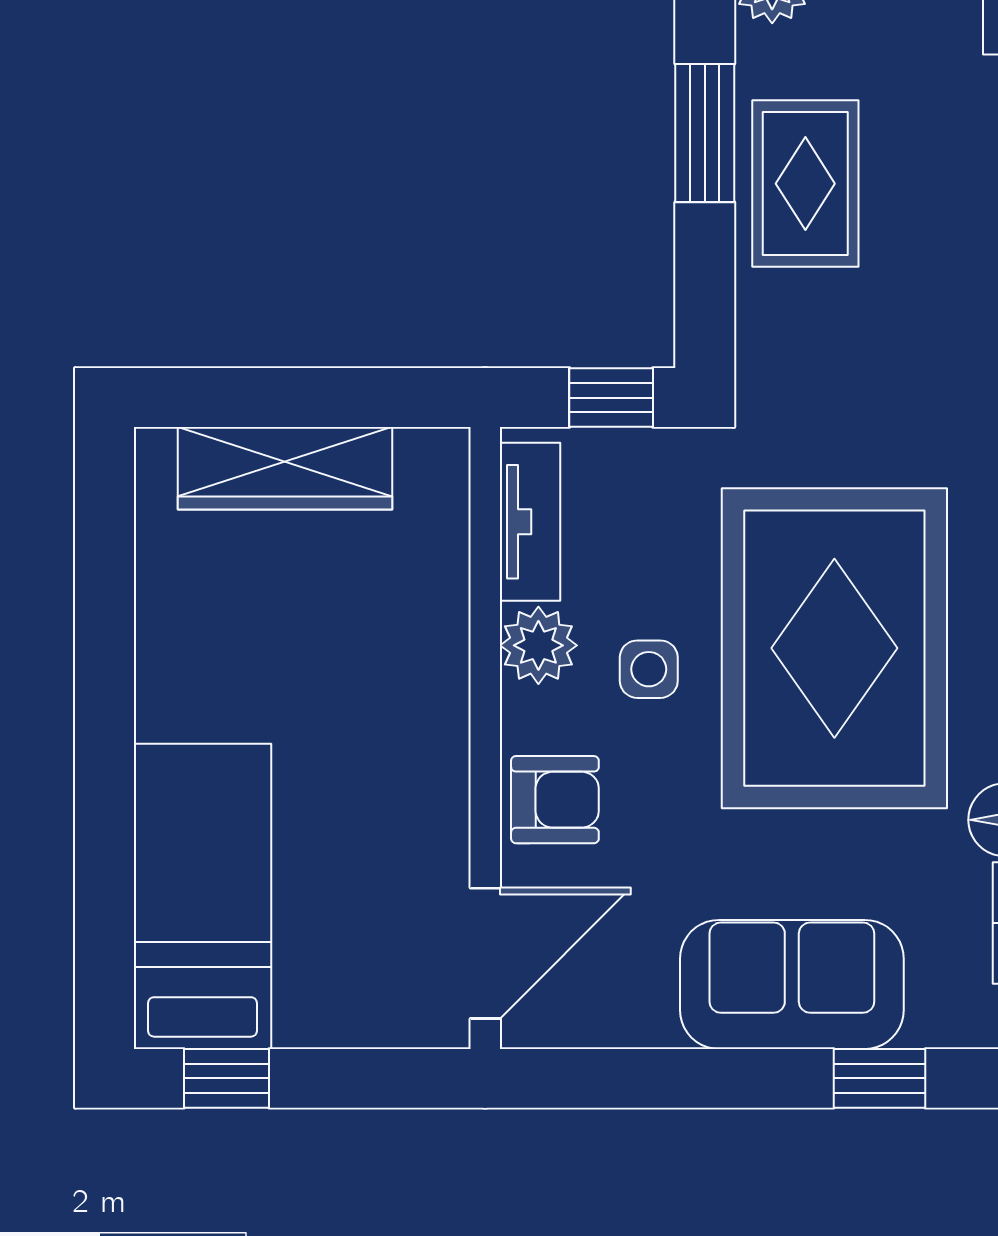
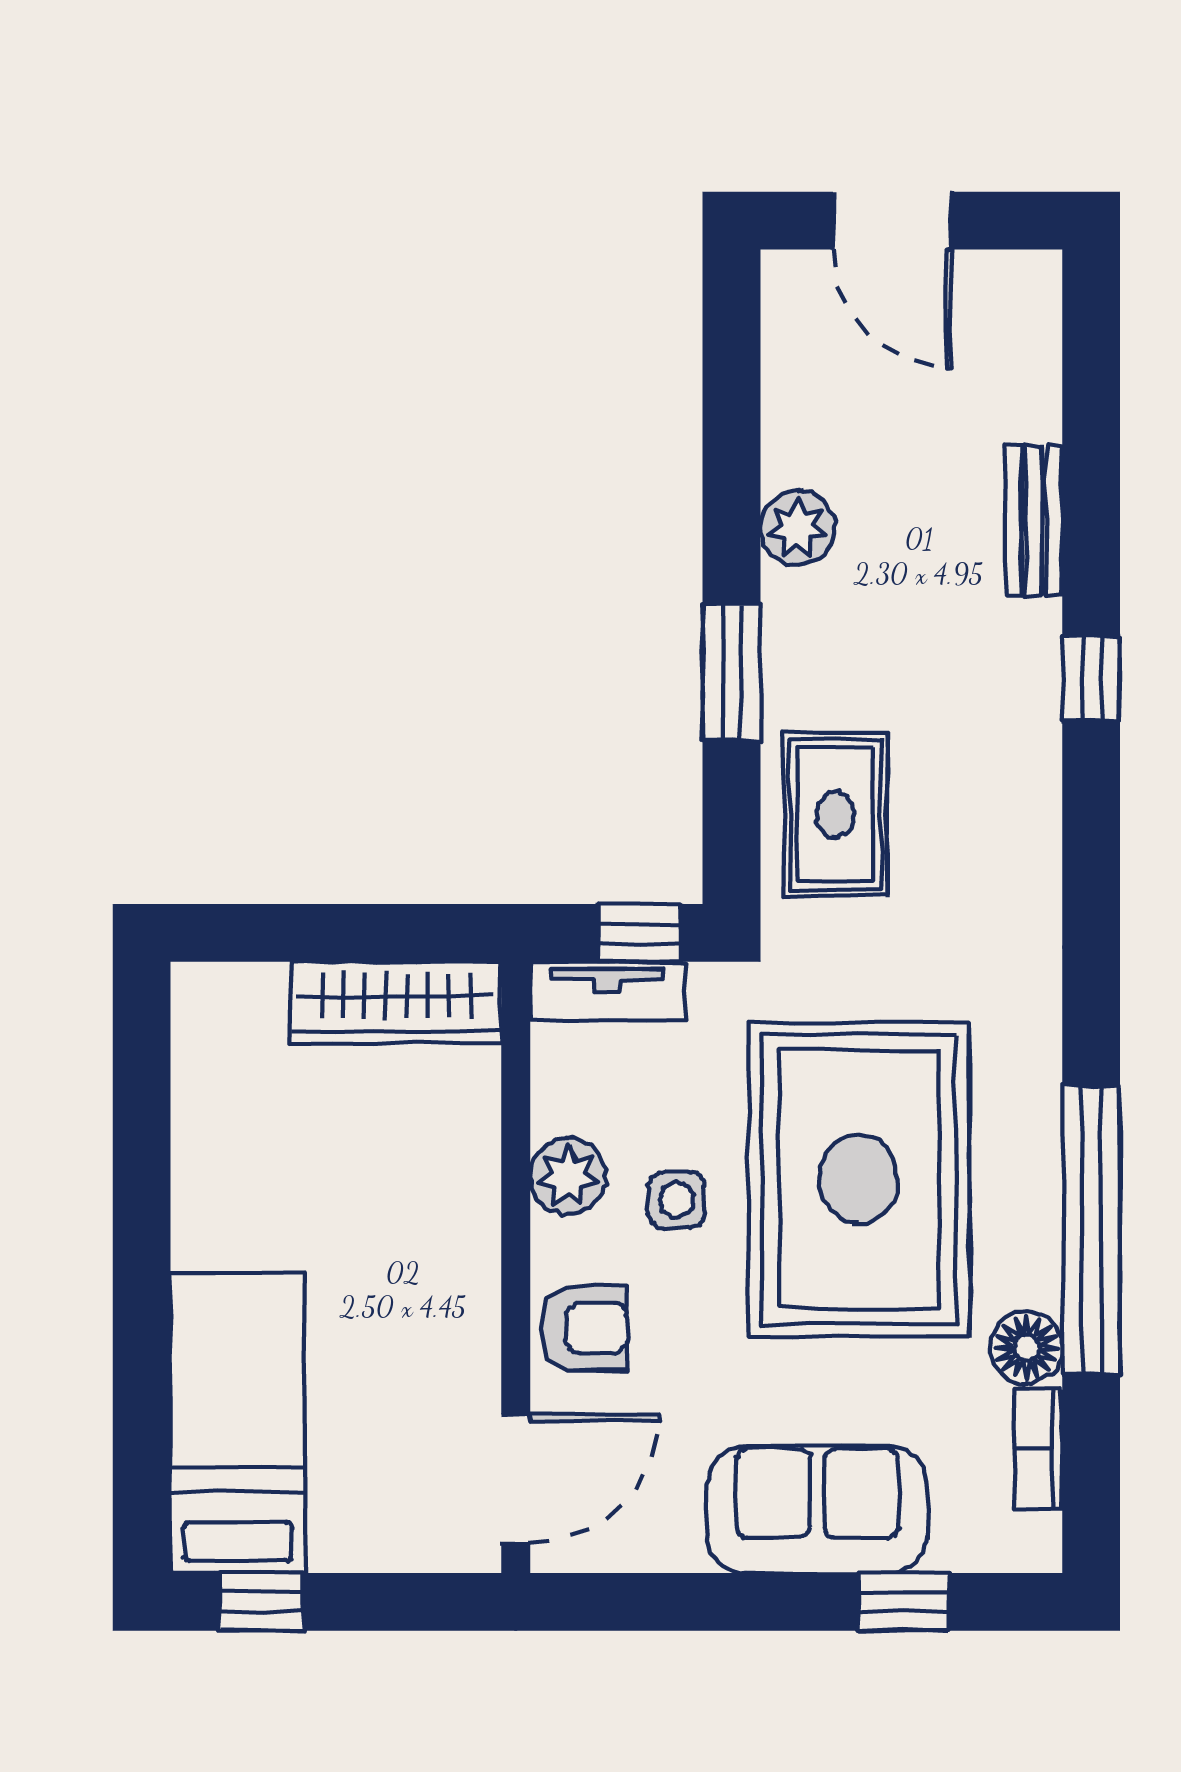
rug: (805, 184) -> (835, 815), moved
wardrobe: (285, 468) -> (396, 1002), moved
tv unit: (530, 522) -> (608, 991), moved, turned 90

